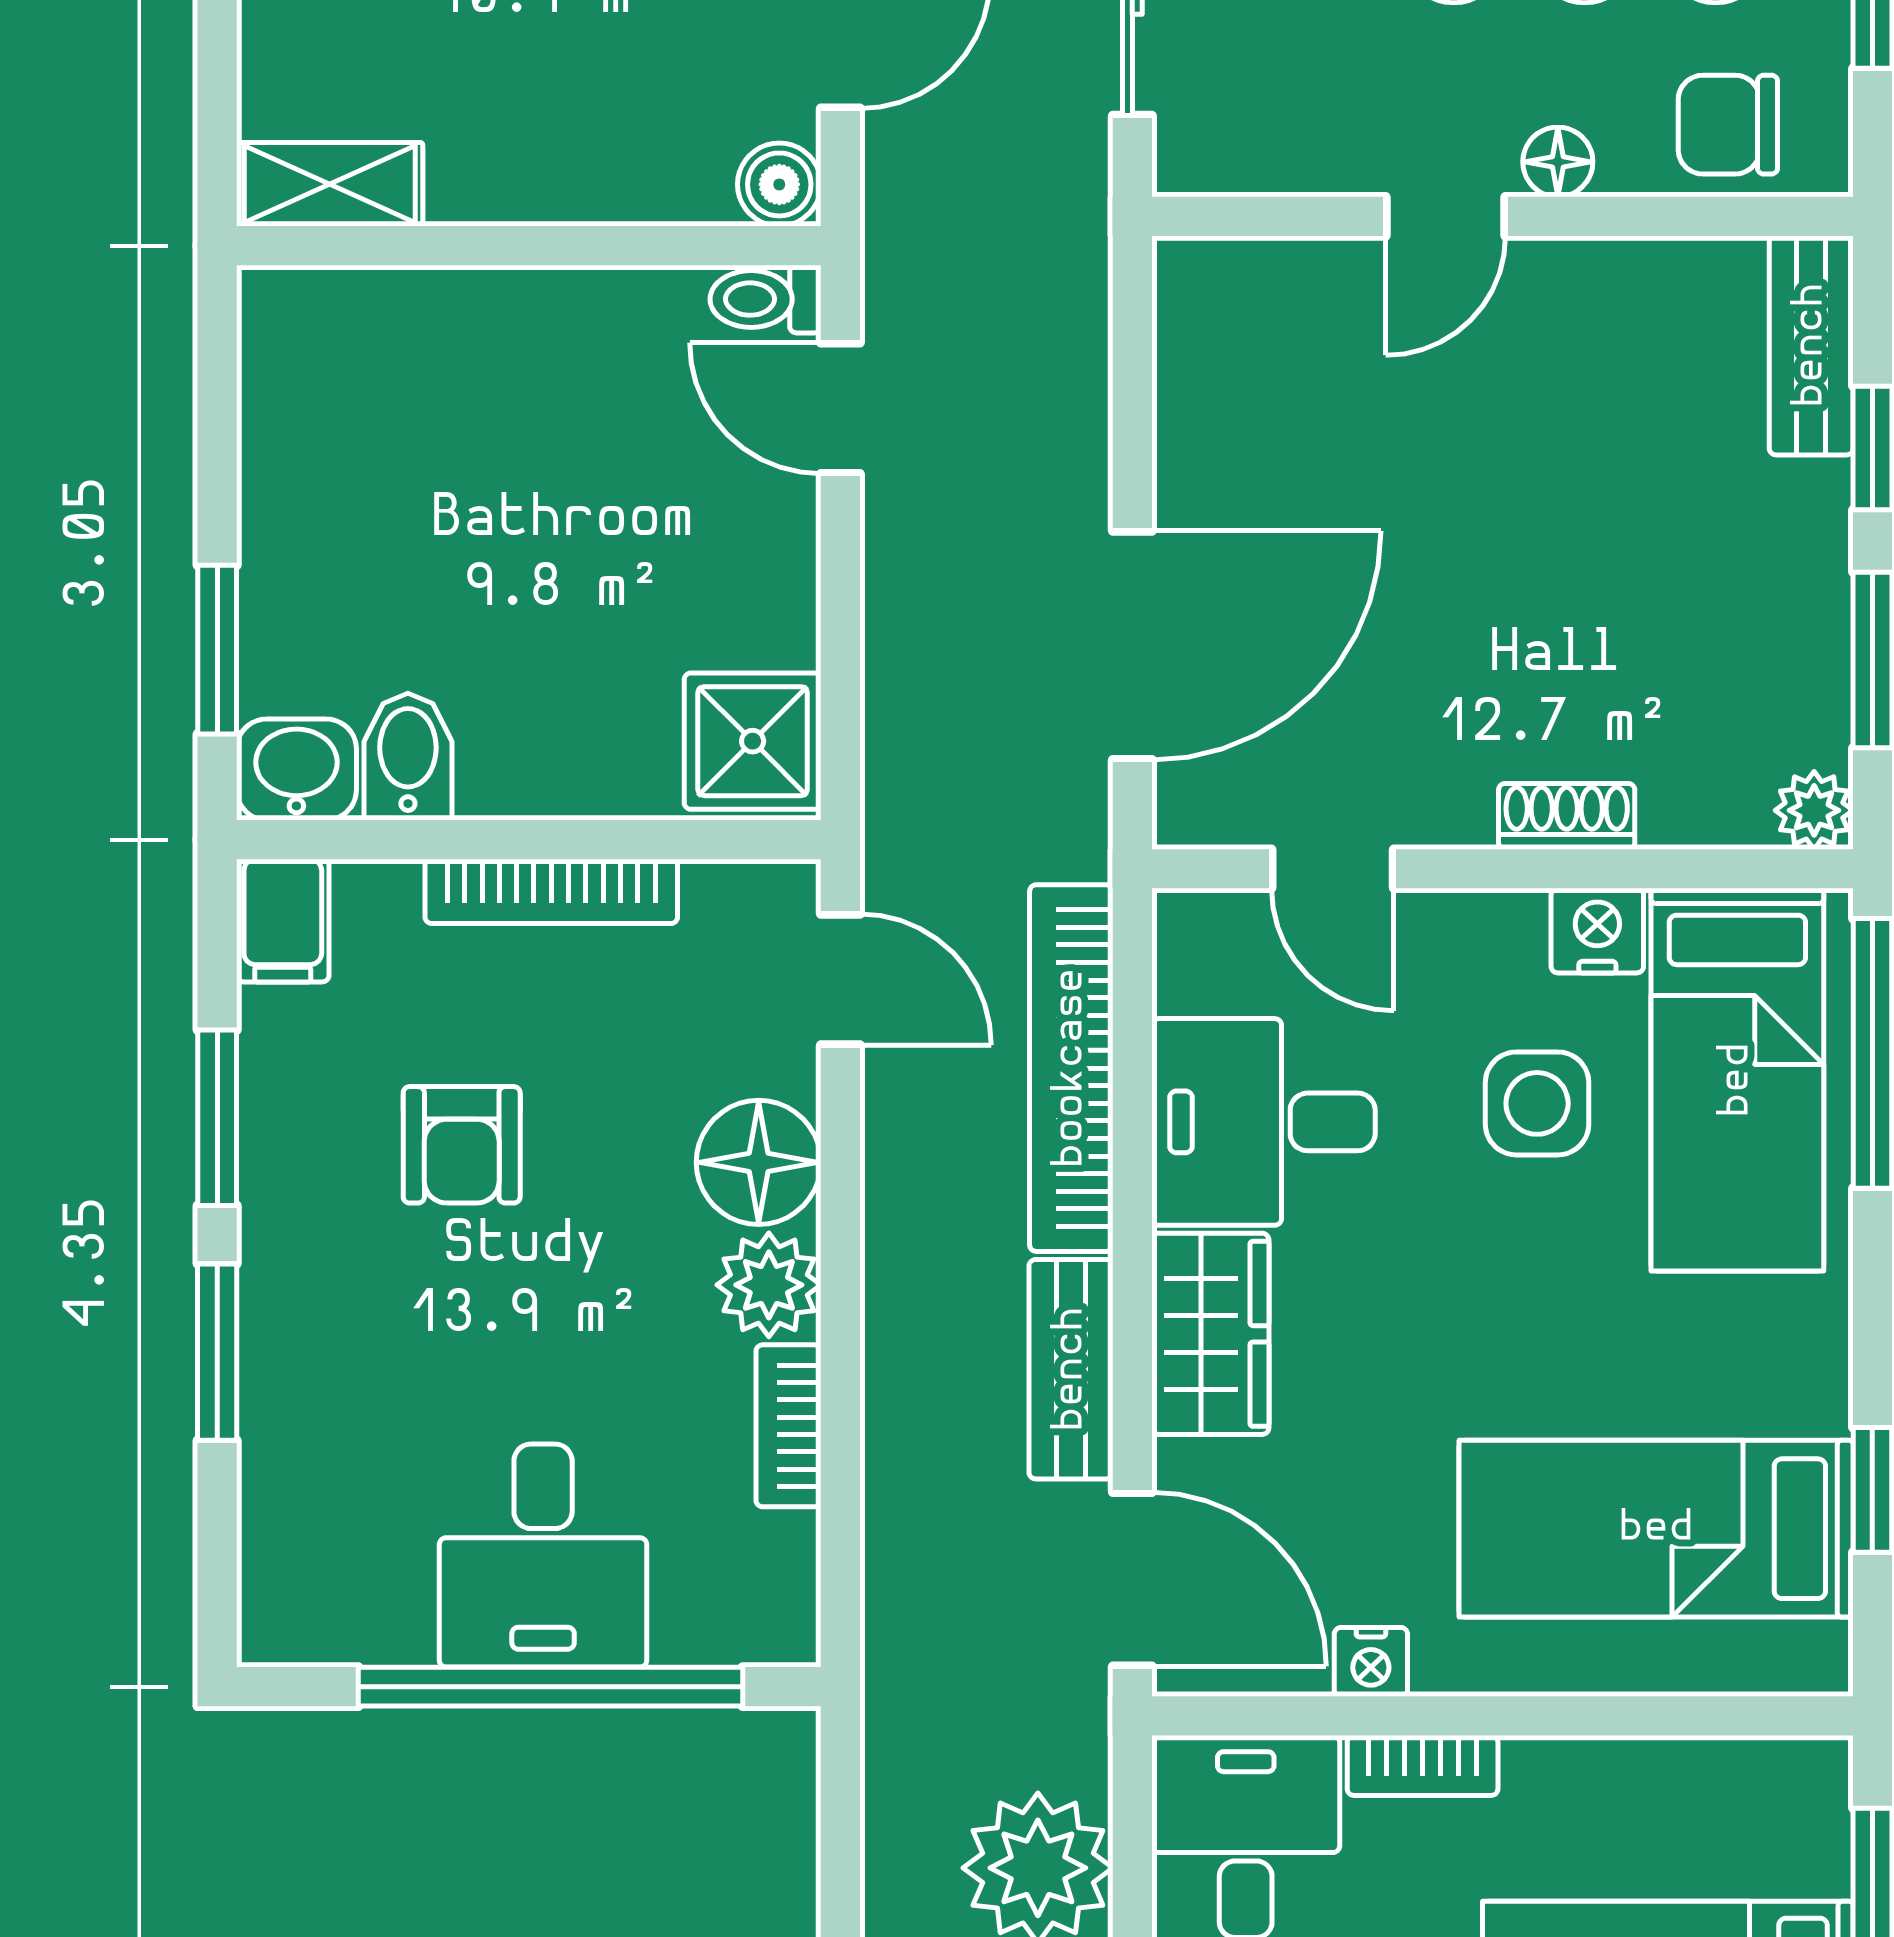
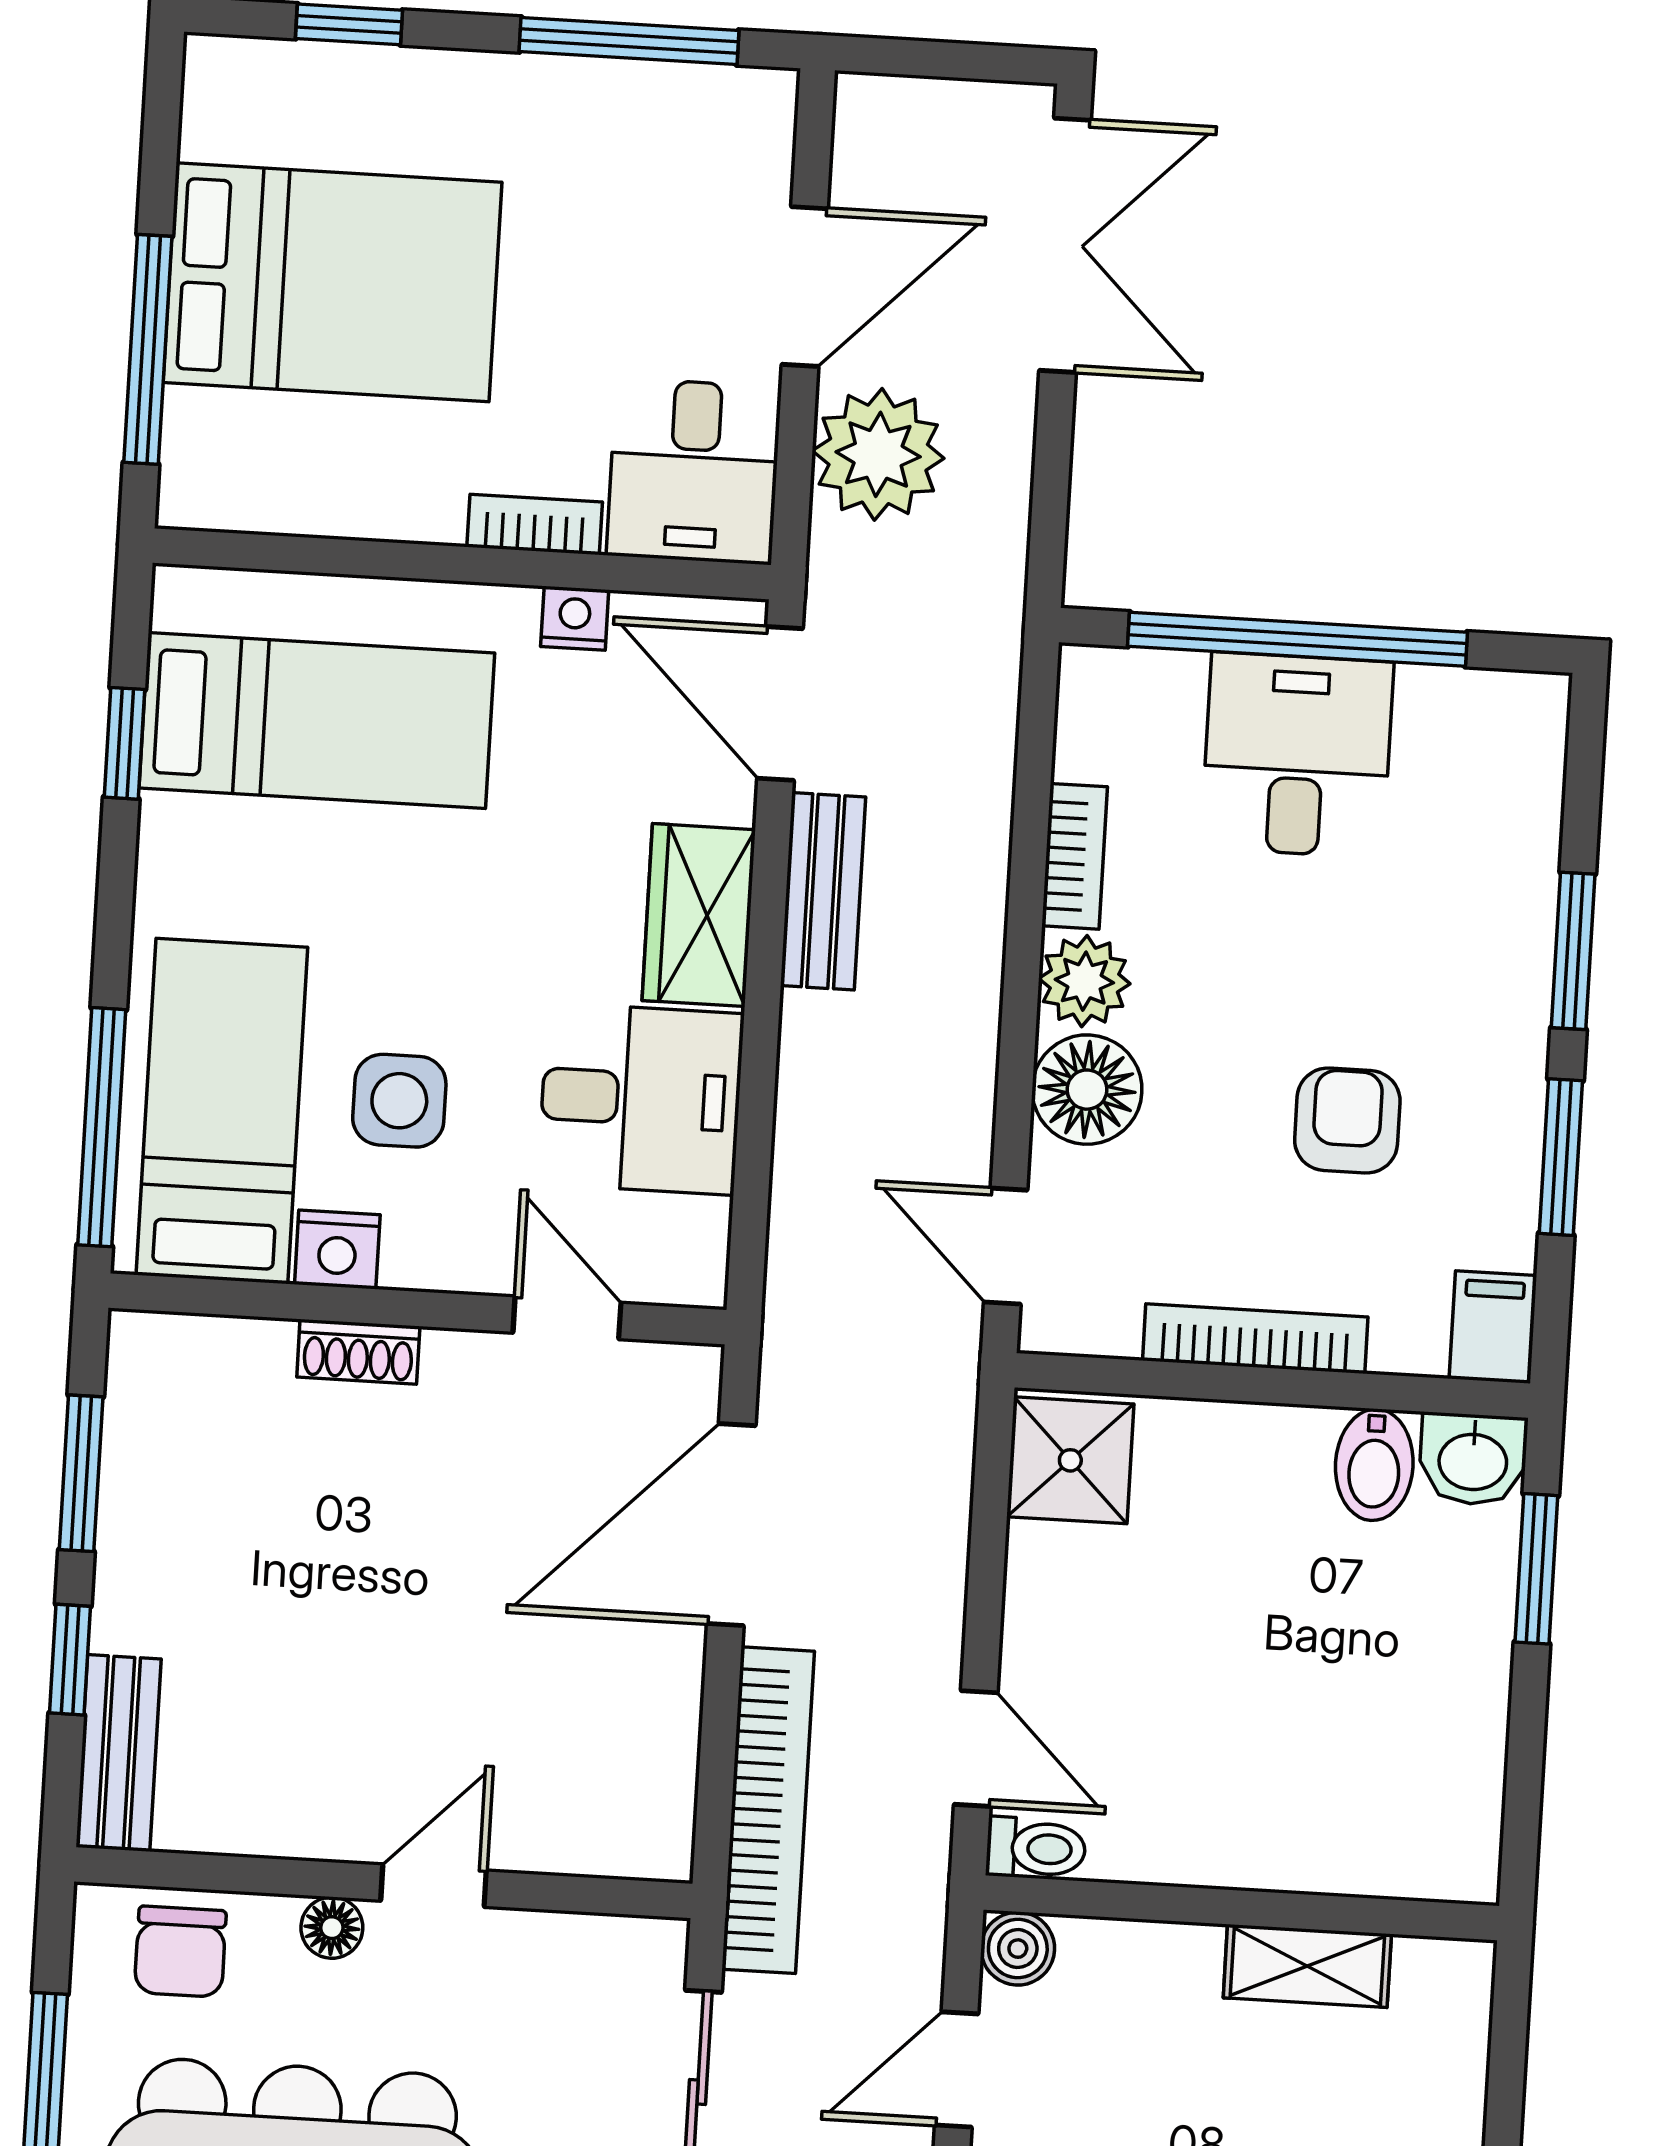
chair: (1728, 125) -> (180, 1952), turned 90
shelving: (330, 184) -> (1307, 1966), moved
plant: (1814, 810) -> (140, 1344), removed
bookcase: (1071, 1068) -> (768, 1810), moved

